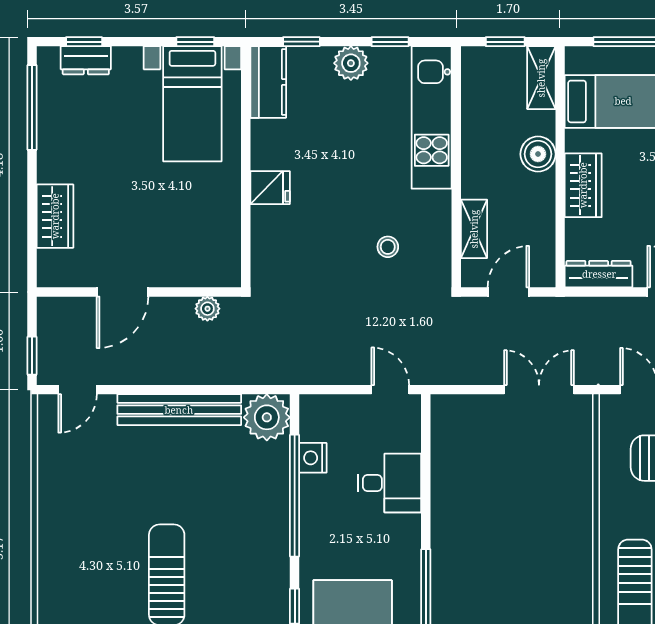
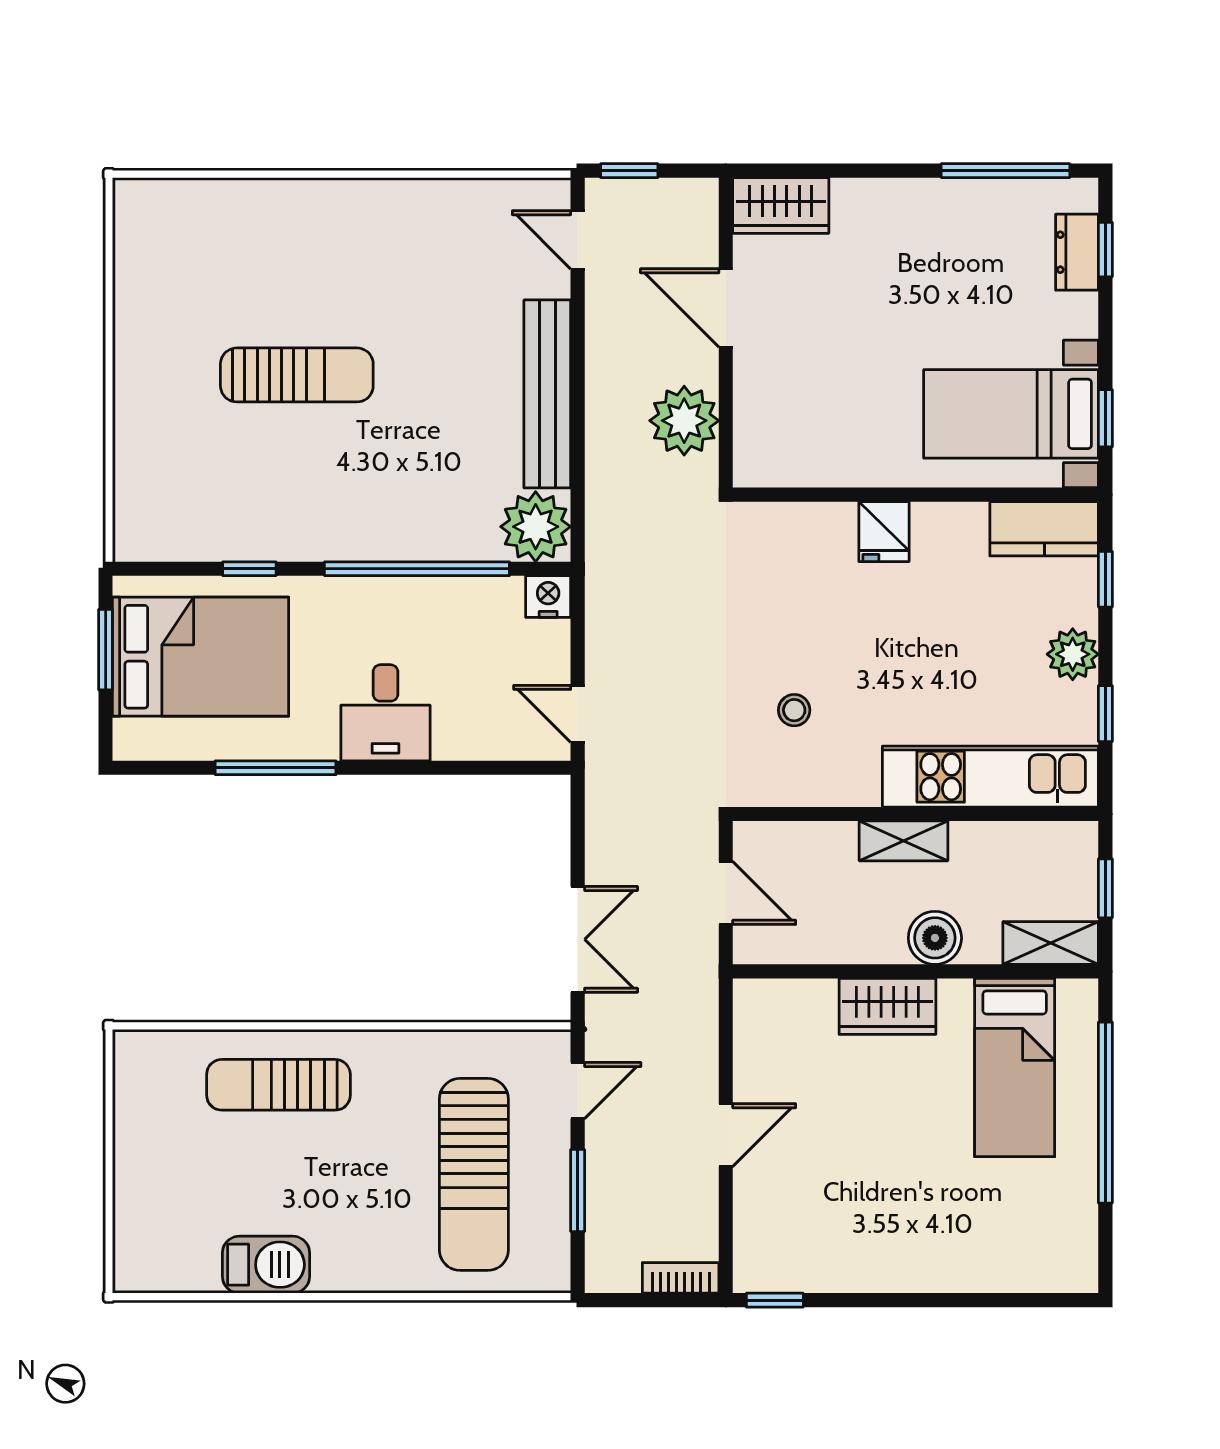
wardrobe: (55, 216) -> (781, 205), moved
shelving: (474, 229) -> (904, 841), moved
dresser: (599, 274) -> (753, 1030), removed
plant: (207, 309) -> (684, 421), width x1.88, depth x1.88
door: (390, 390) -> (578, 714), swing flipped
nightstand: (313, 458) -> (548, 596), moved
desk: (390, 483) -> (385, 713), moved

